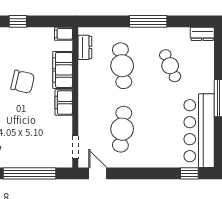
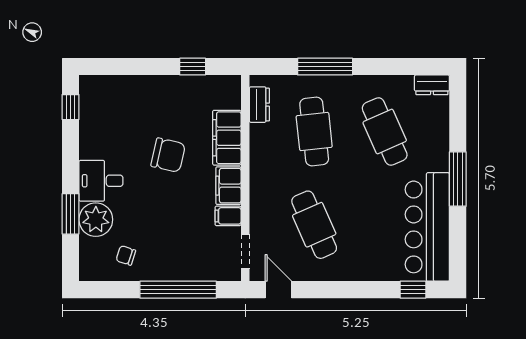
window: (18, 21) -> (193, 67), moved
window: (148, 21) -> (325, 67), moved
filing cabinet: (63, 34) -> (228, 216), moved
cafe table: (170, 66) -> (385, 132), width x1.37, depth x1.35
cafe table: (122, 129) -> (314, 225), turned -30

